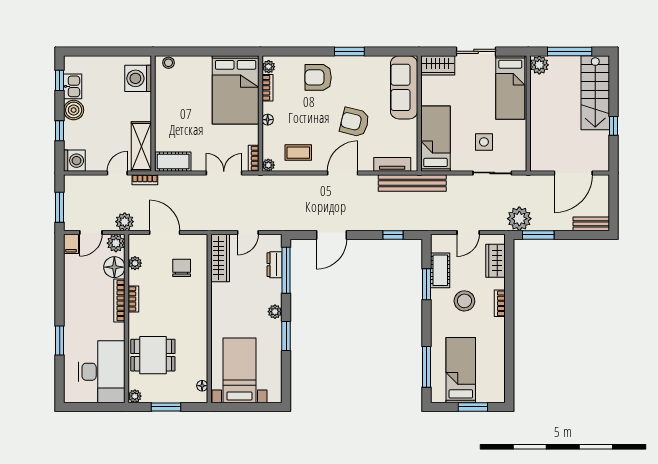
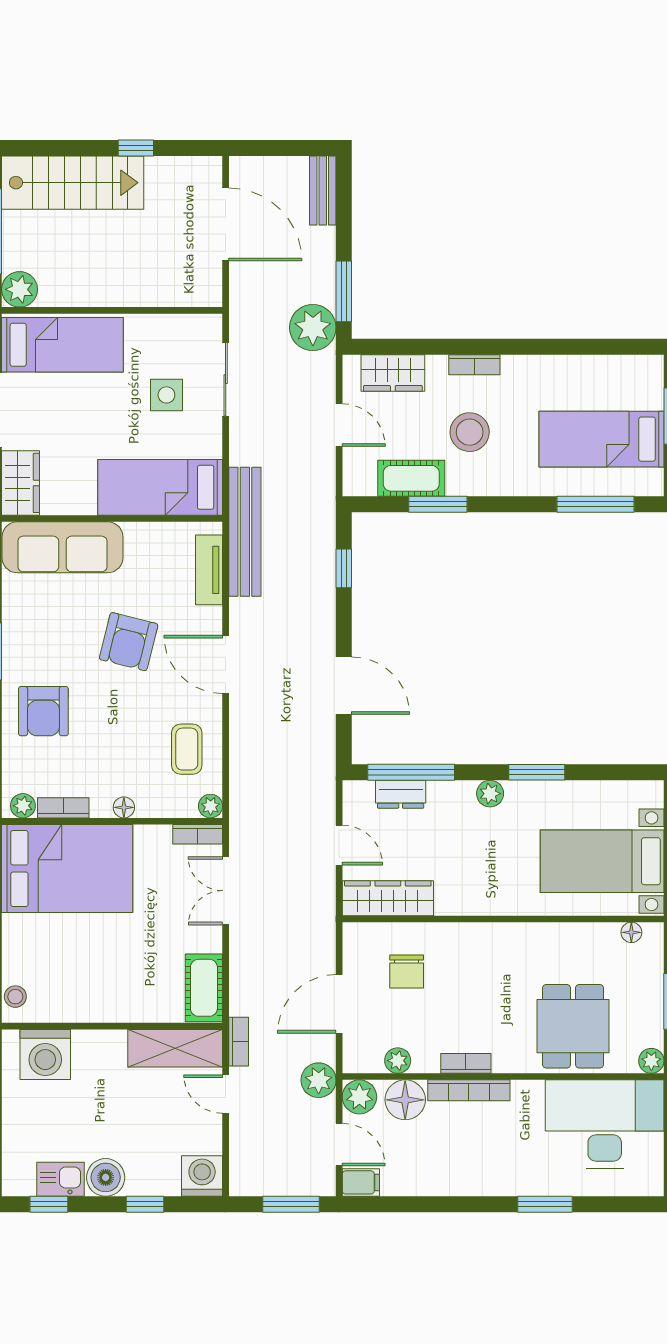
chair: (182, 268) -> (407, 972), turned -90

